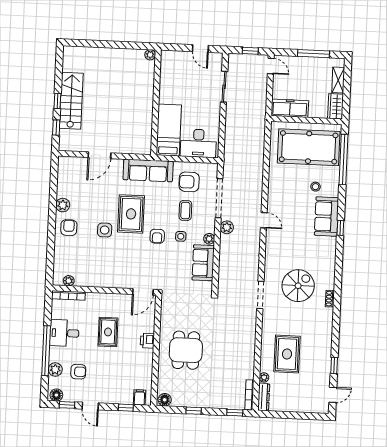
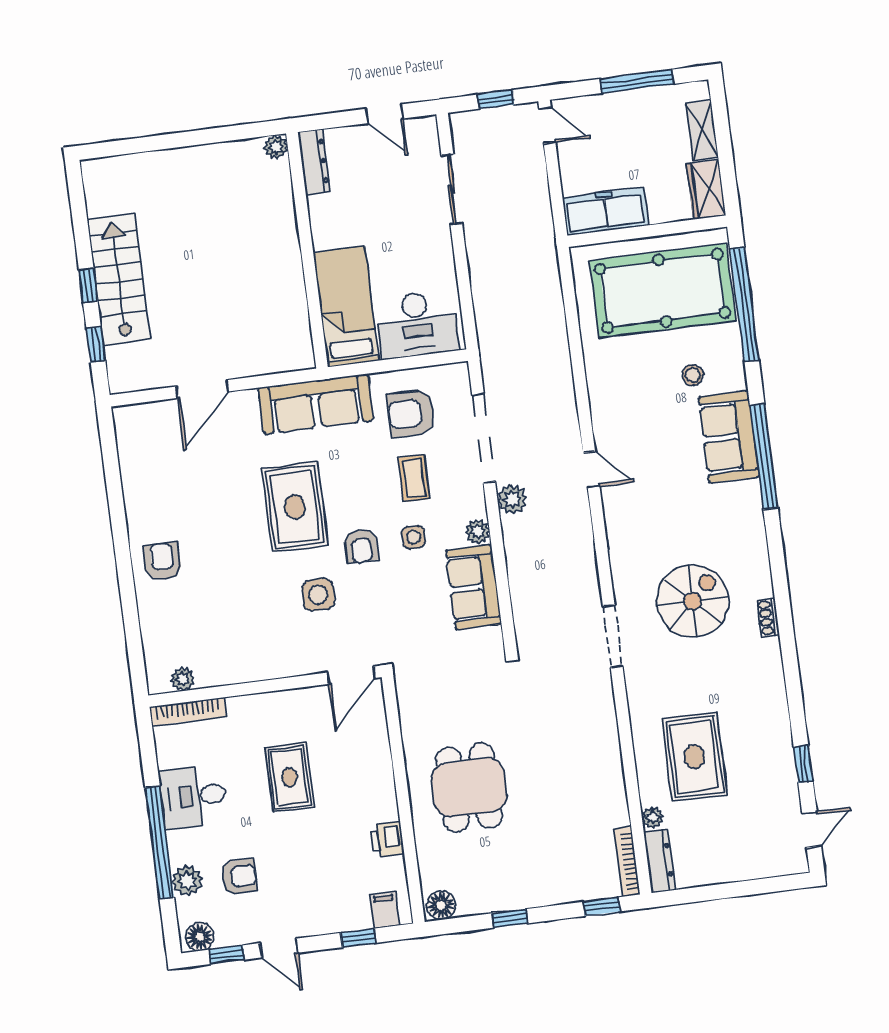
dresser: (166, 64) -> (314, 162), added
plant: (63, 205) -> (140, 514), removed
window: (340, 228) -> (764, 457), width x3.17
side table: (105, 230) -> (318, 595), moved
printer: (147, 341) -> (387, 840), moved

